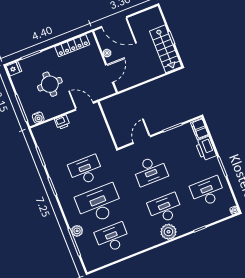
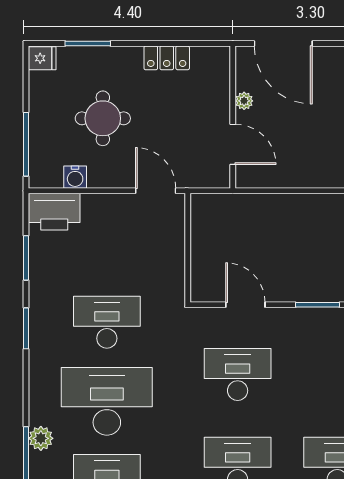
locker: (72, 46) -> (167, 58), width x0.66
door: (110, 73) -> (233, 144), hinge flipped
water cooler: (38, 118) -> (75, 177), moved
printer: (62, 122) -> (54, 212), moved, width x1.87, depth x1.48
door: (142, 140) -> (245, 305), hinge flipped
desk: (150, 171) -> (238, 374), turned 180

